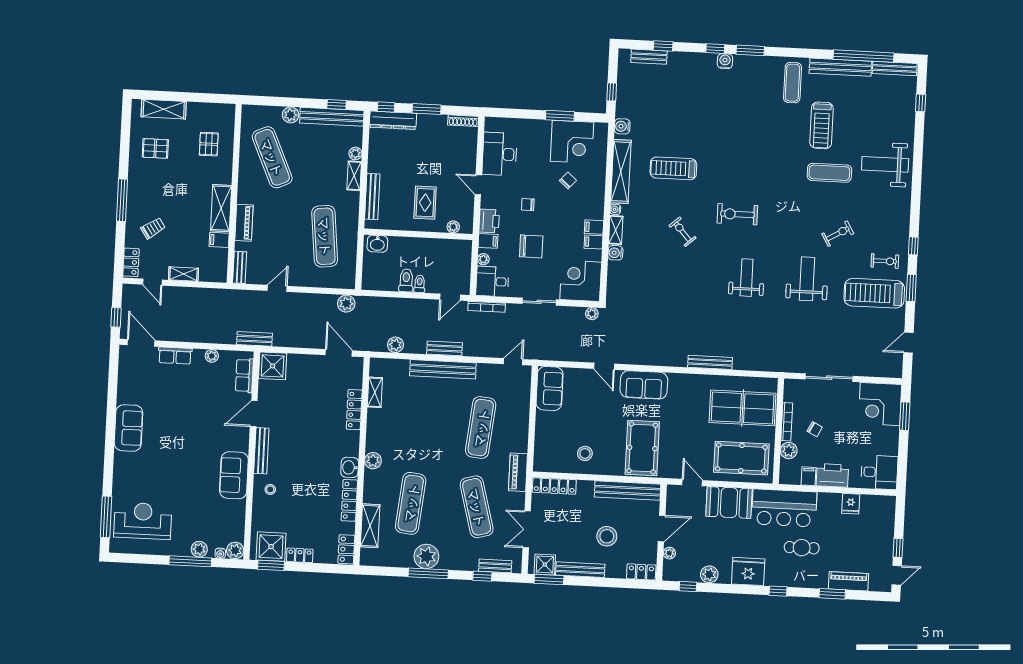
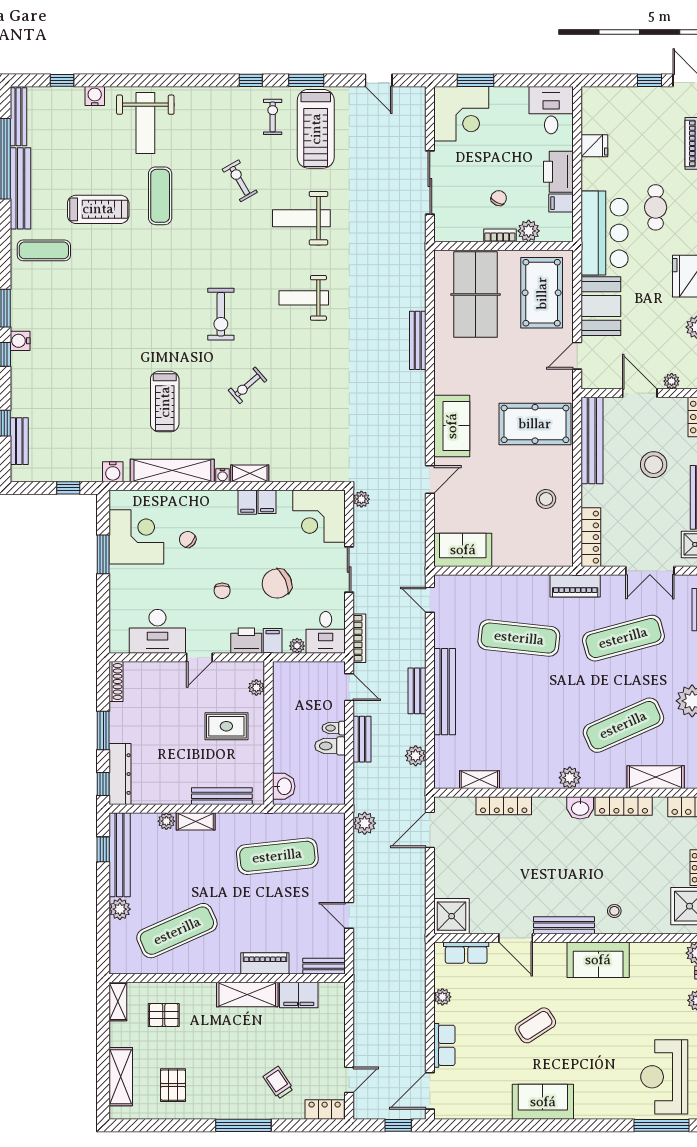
filing cabinet: (219, 240) -> (299, 995), width x2.00
chair: (531, 246) -> (277, 584), turned -115
water cooler: (615, 253) -> (95, 96), moved, turned 180
shelving: (183, 274) -> (118, 1002), moved
bench: (254, 339) -> (362, 739), moved
bookcase: (787, 422) -> (500, 235), width x0.64
coffee table: (187, 425) -> (535, 1025), added
exercise mat: (411, 503) -> (623, 725), turned -30

